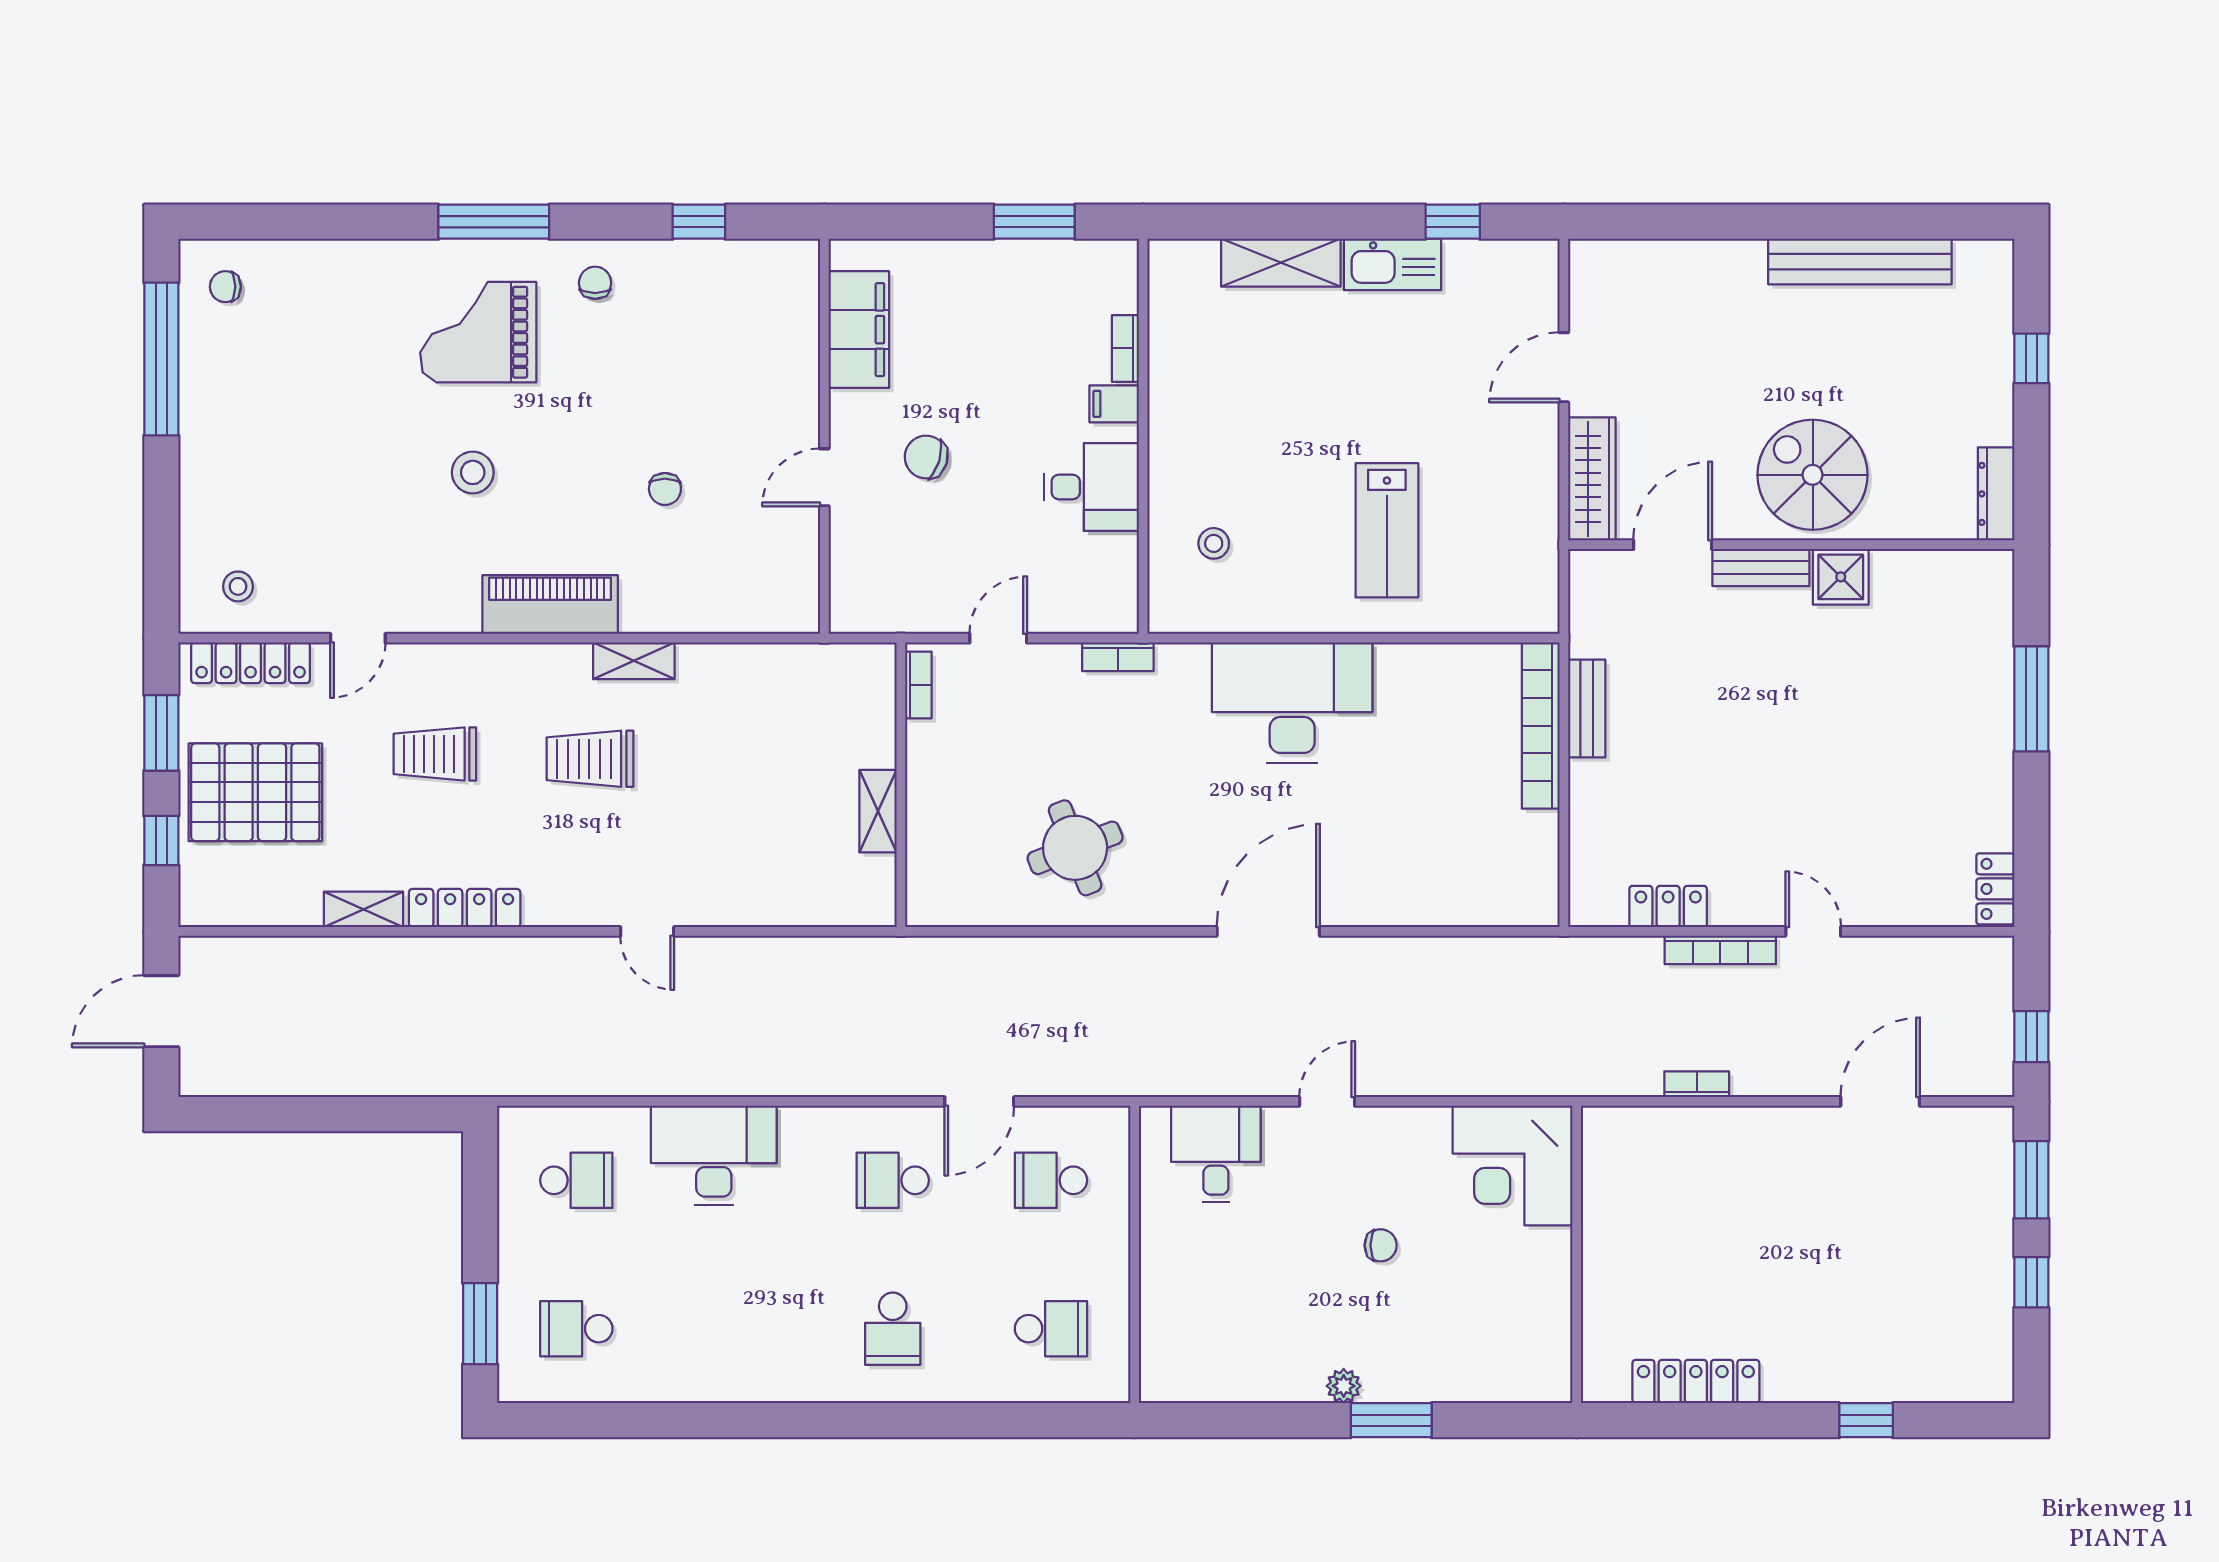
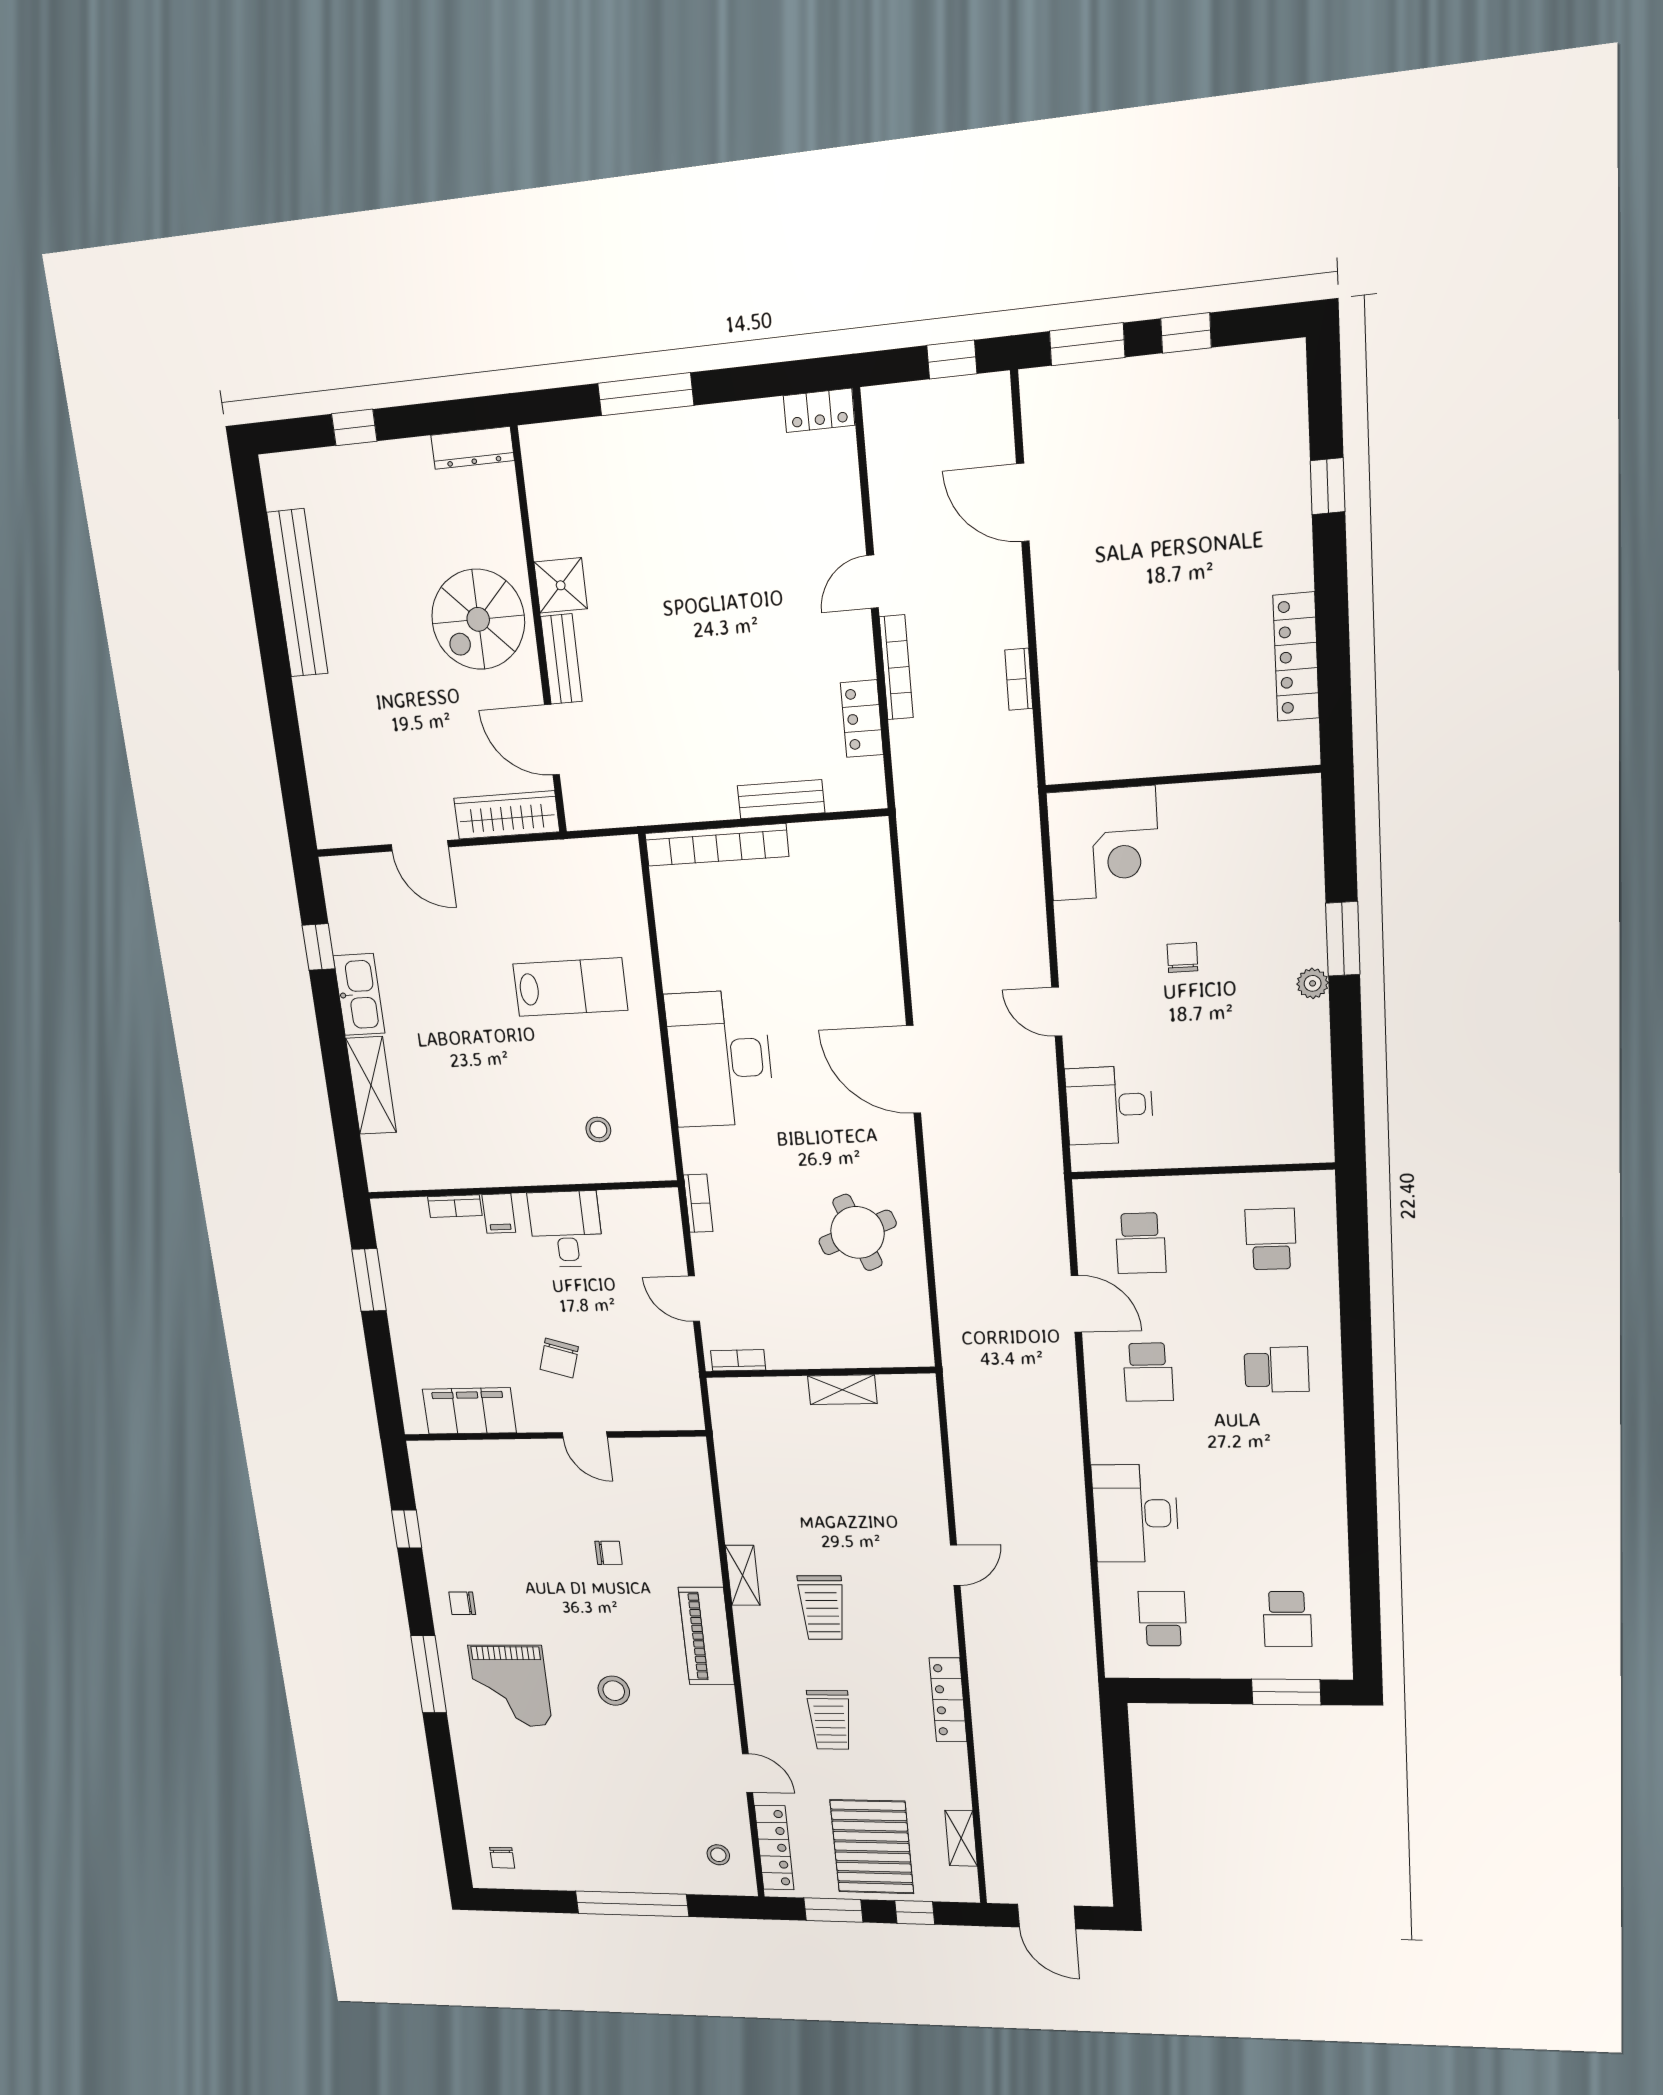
window: (161, 359) -> (632, 1904), moved
bench: (1587, 708) -> (781, 799), moved
shelving: (364, 909) -> (961, 1838), moved

